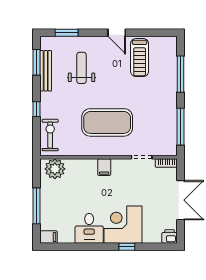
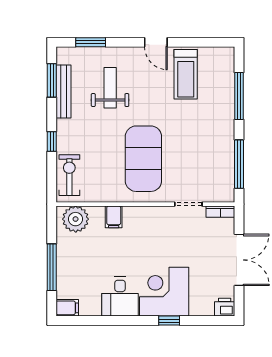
exercise mat: (107, 122) -> (143, 159), turned 90
filing cabinet: (104, 167) -> (114, 217), moved

